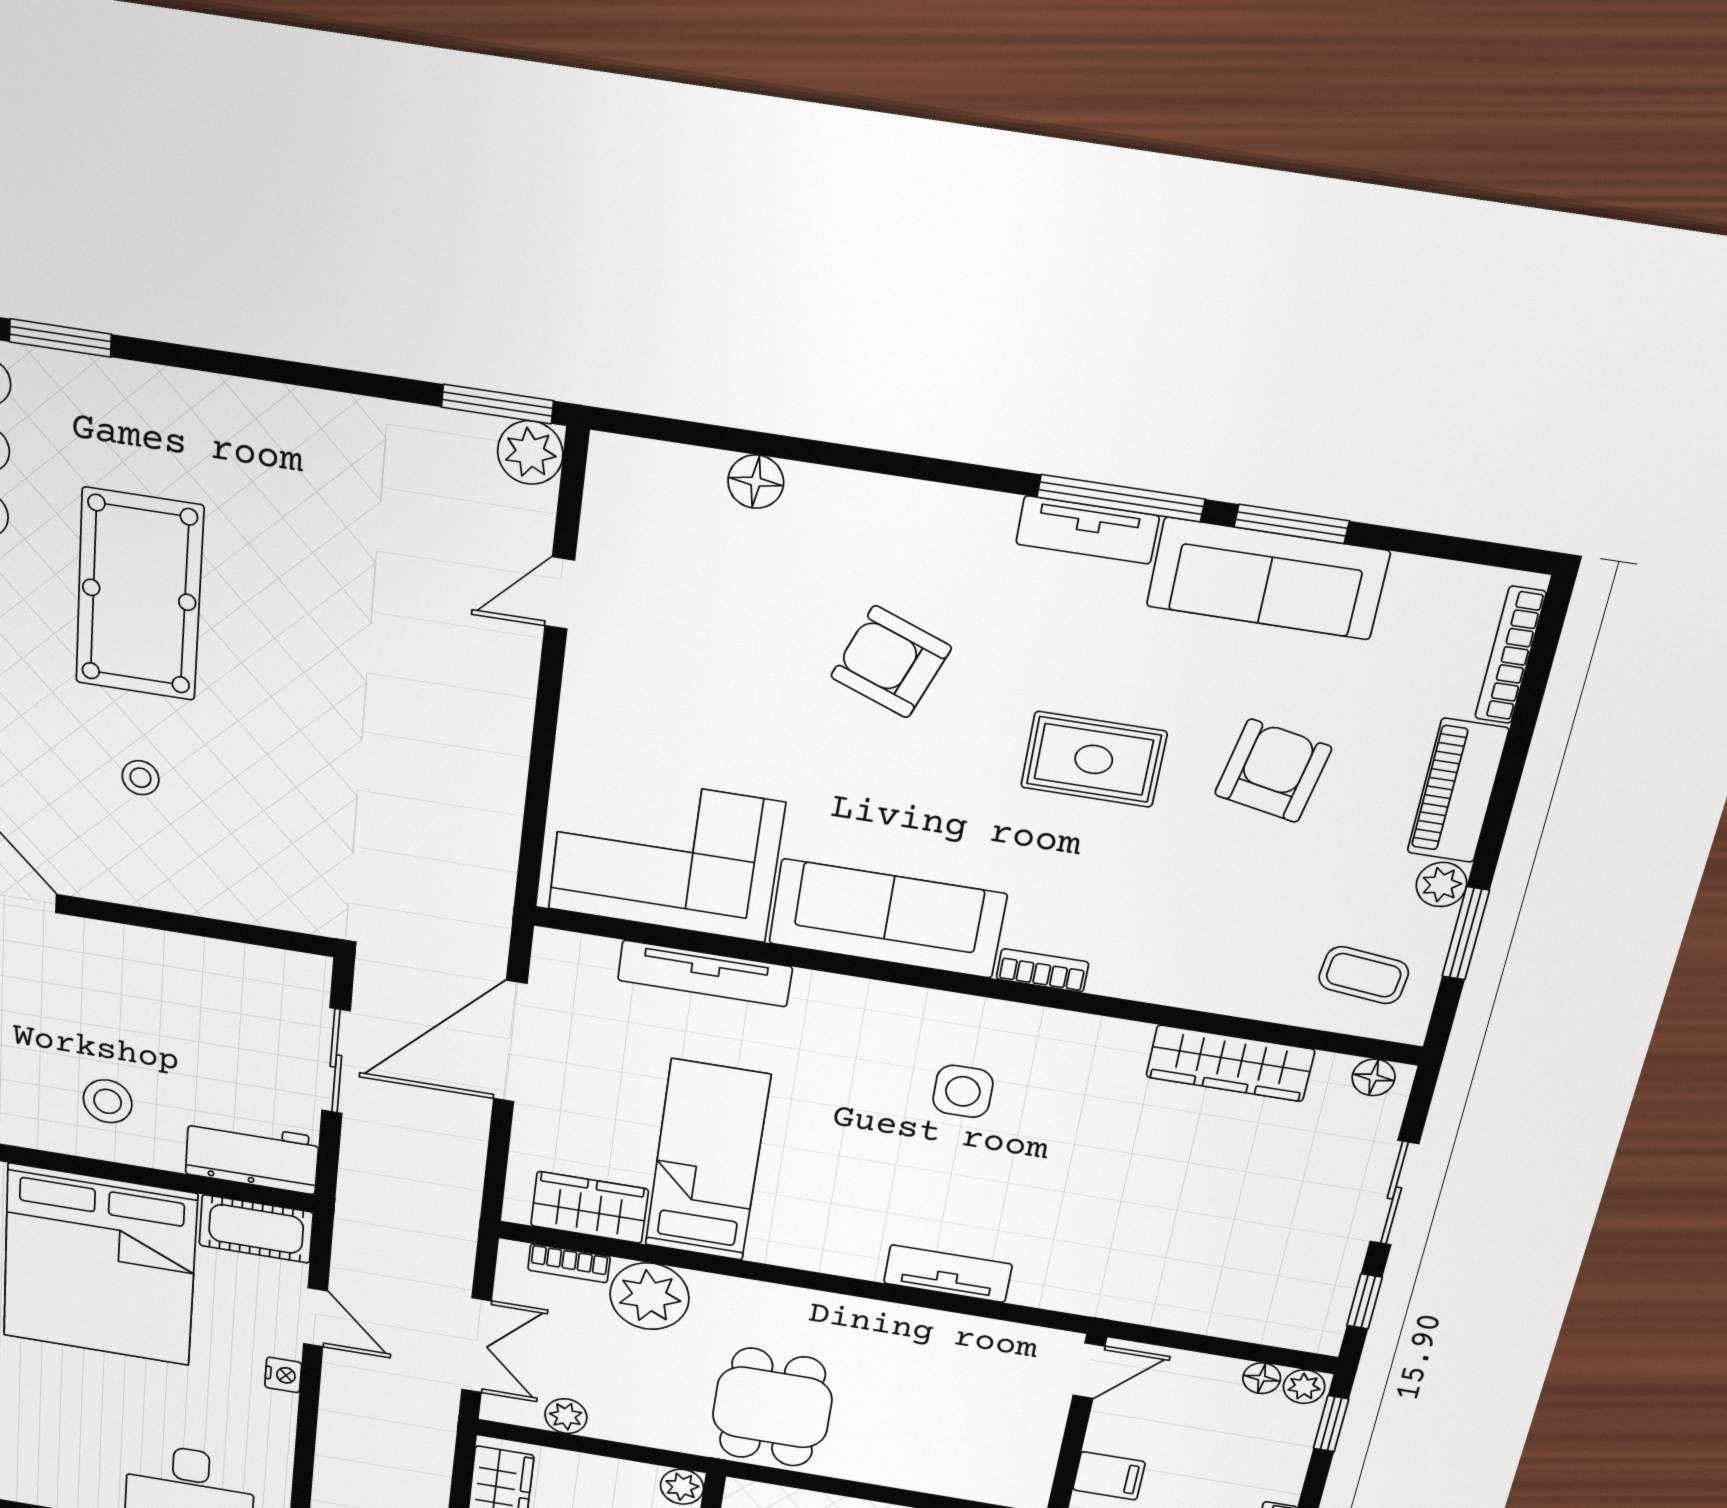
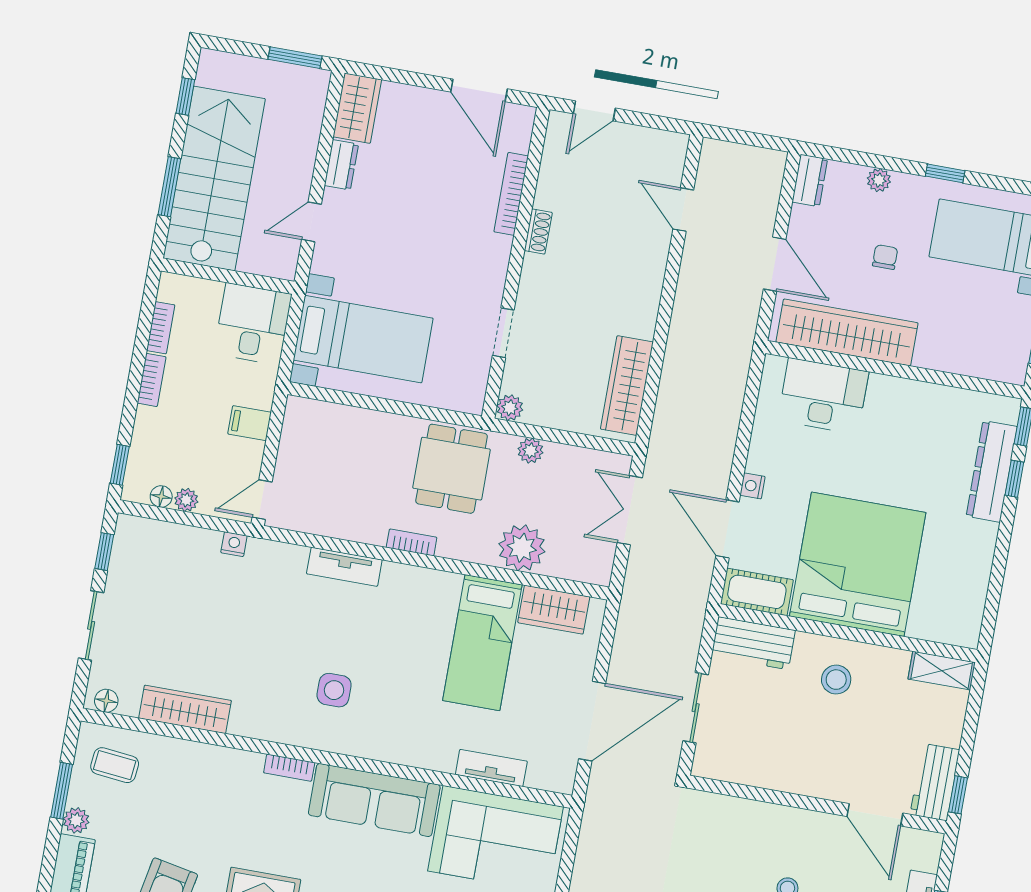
tv unit: (705, 974) -> (491, 768), width x0.71
bookcase: (569, 1263) -> (412, 542), moved
nightstand: (1138, 1309) -> (234, 544), added
door: (315, 1317) -> (727, 529), width x1.38
plant: (1304, 1387) -> (186, 500), moved
plant: (566, 1416) -> (530, 451), moved

